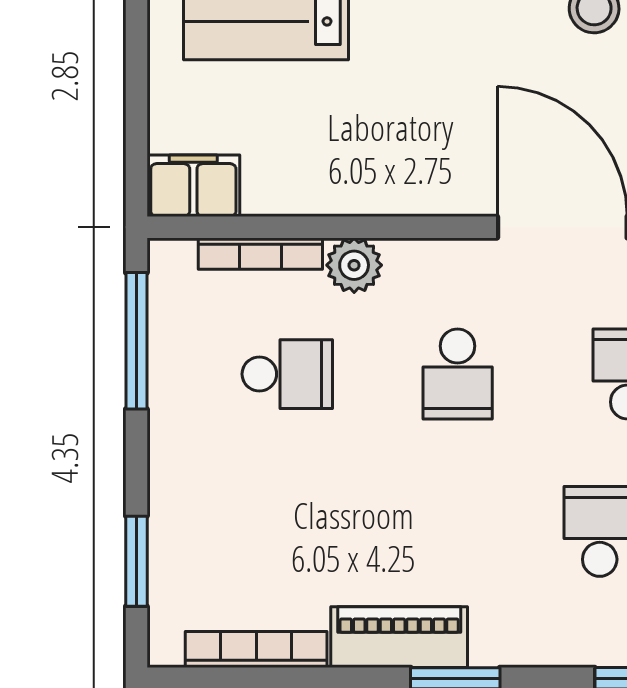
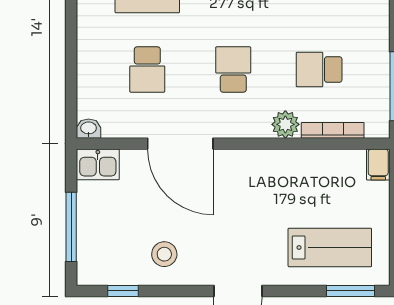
filing cabinet: (193, 186) -> (378, 165), width x0.50

